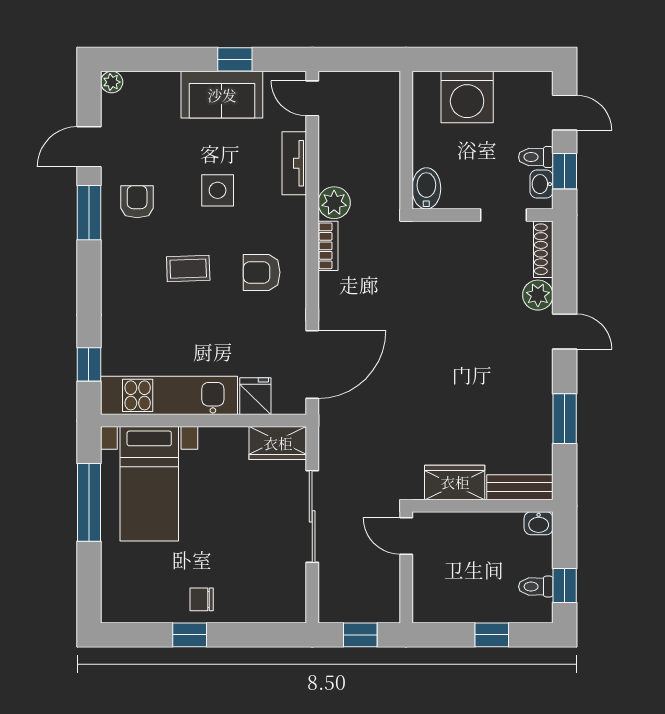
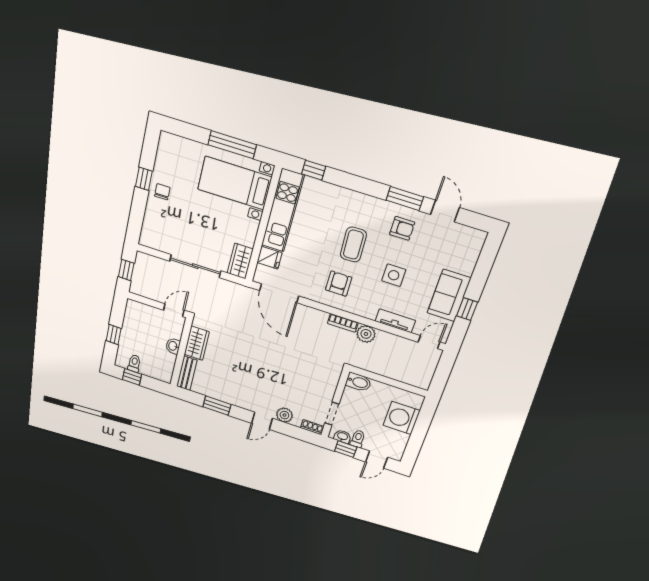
plant: (112, 82) -> (480, 237), removed
shoe rack: (543, 249) -> (312, 427), width x0.70
coffee table: (188, 269) -> (353, 245), width x1.36, depth x1.30
washbasin: (539, 523) -> (173, 346), moved

